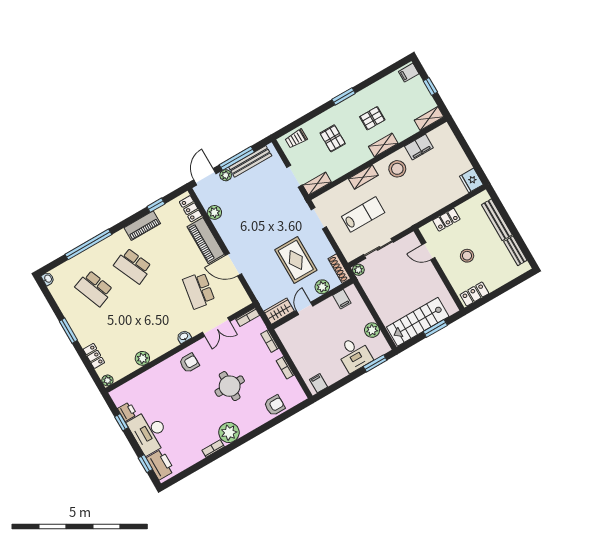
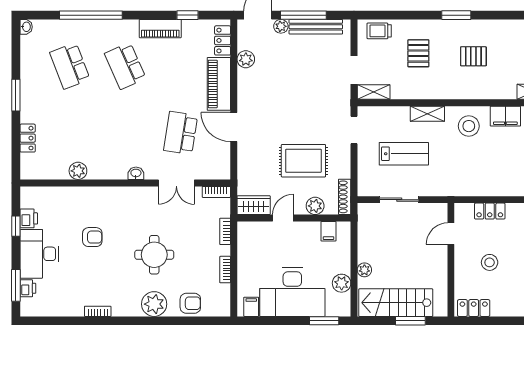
shelving: (383, 145) -> (469, 92), removed
door: (428, 251) -> (451, 234), hinge flipped
rug: (296, 260) -> (303, 161), turned 90
plant: (358, 270) -> (364, 270), moved
desk: (354, 354) -> (292, 292), width x1.87, depth x1.30
armchair: (189, 363) -> (92, 237), moved
plant: (107, 380) -> (27, 173), removed
plant: (229, 433) -> (154, 304), moved
window: (145, 464) -> (16, 285), width x1.50
printer: (161, 464) -> (28, 288), width x0.53, depth x0.68

